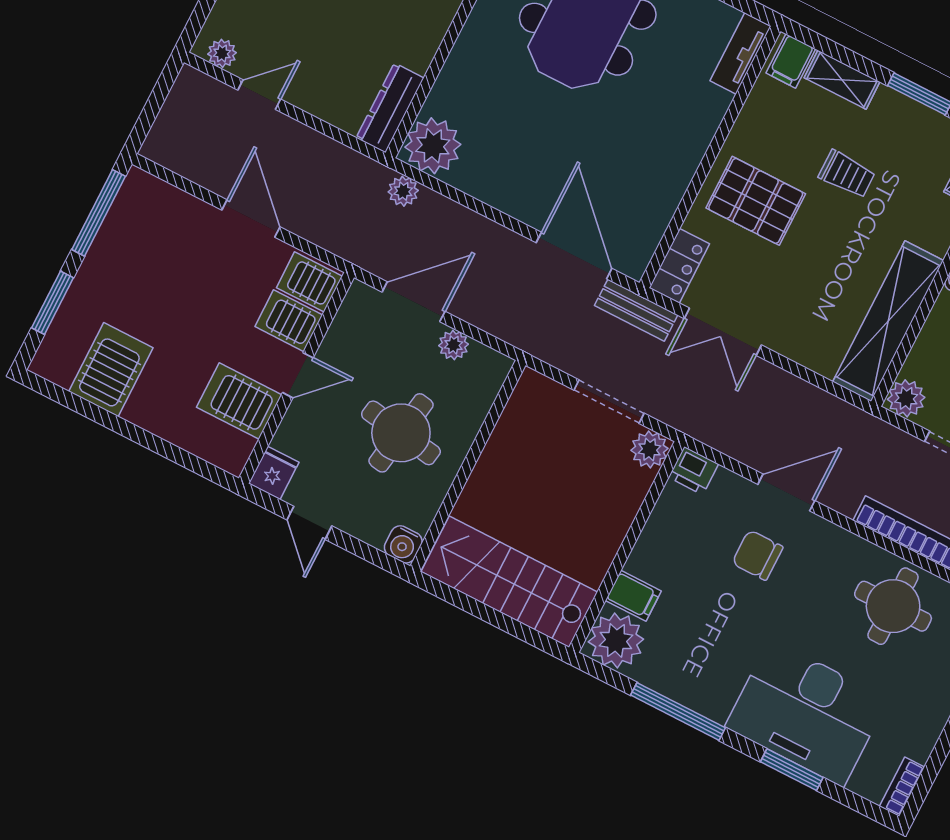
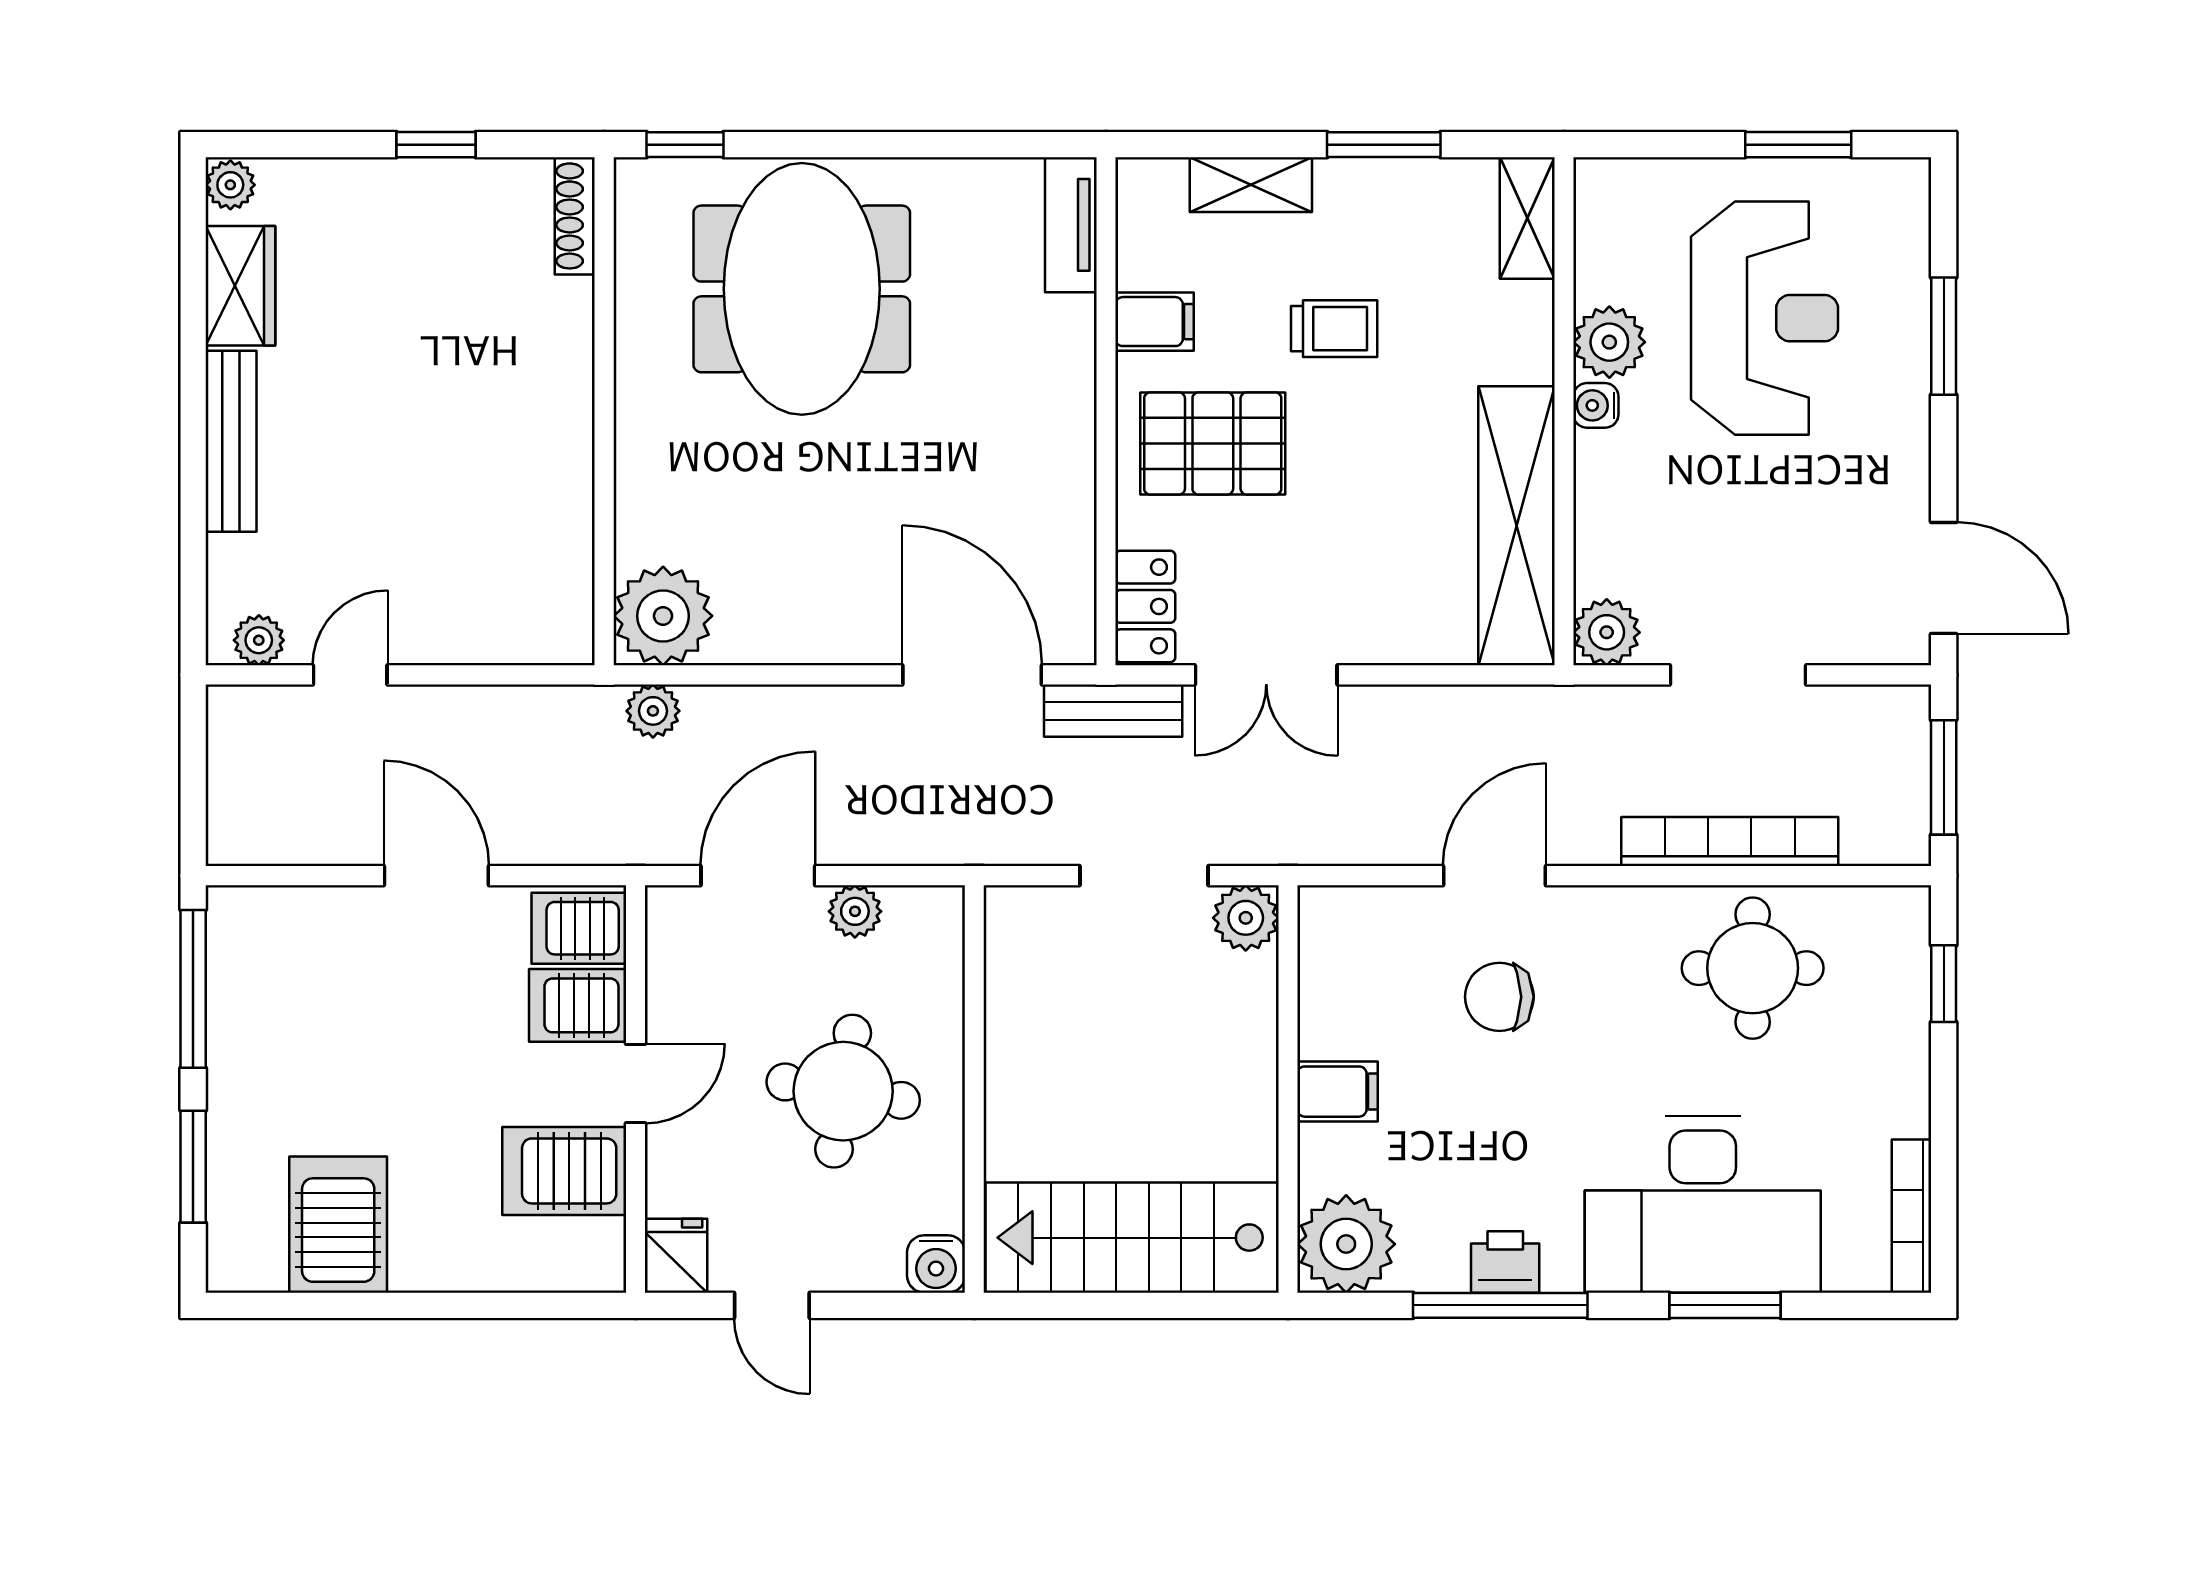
filing cabinet: (791, 61) -> (1155, 322), moved, turned -90
dresser: (390, 108) -> (566, 591), removed
printer: (693, 471) -> (1505, 1262), moved, turned 180
filing cabinet: (633, 596) -> (1338, 1092), moved
bookcase: (902, 787) -> (1911, 1216), width x1.56

